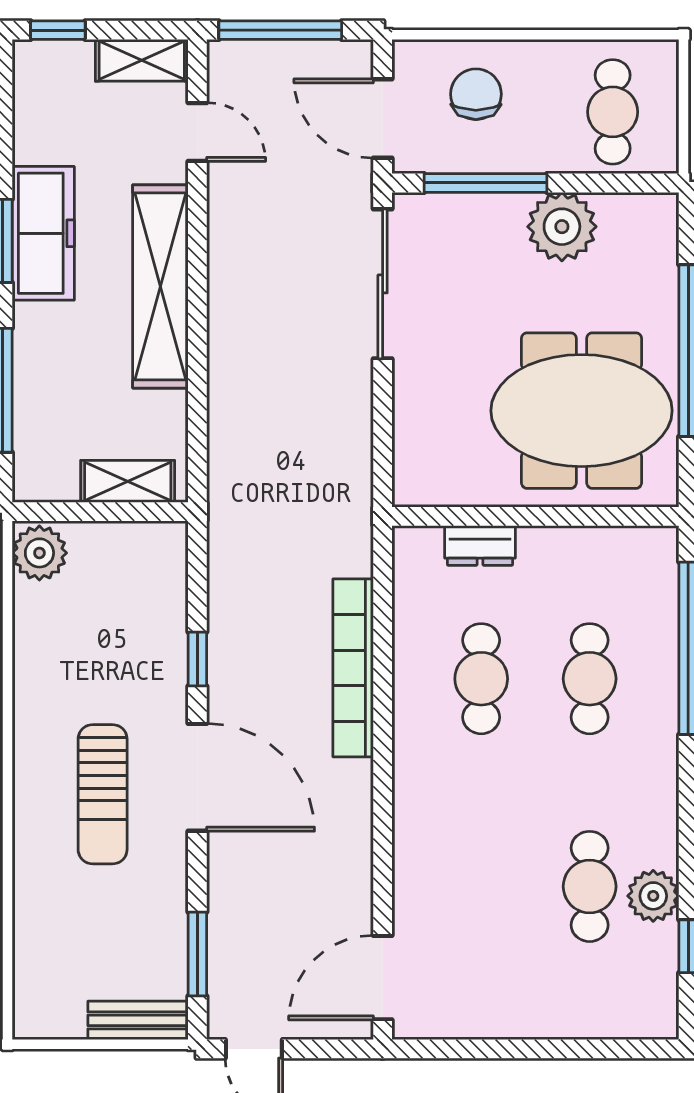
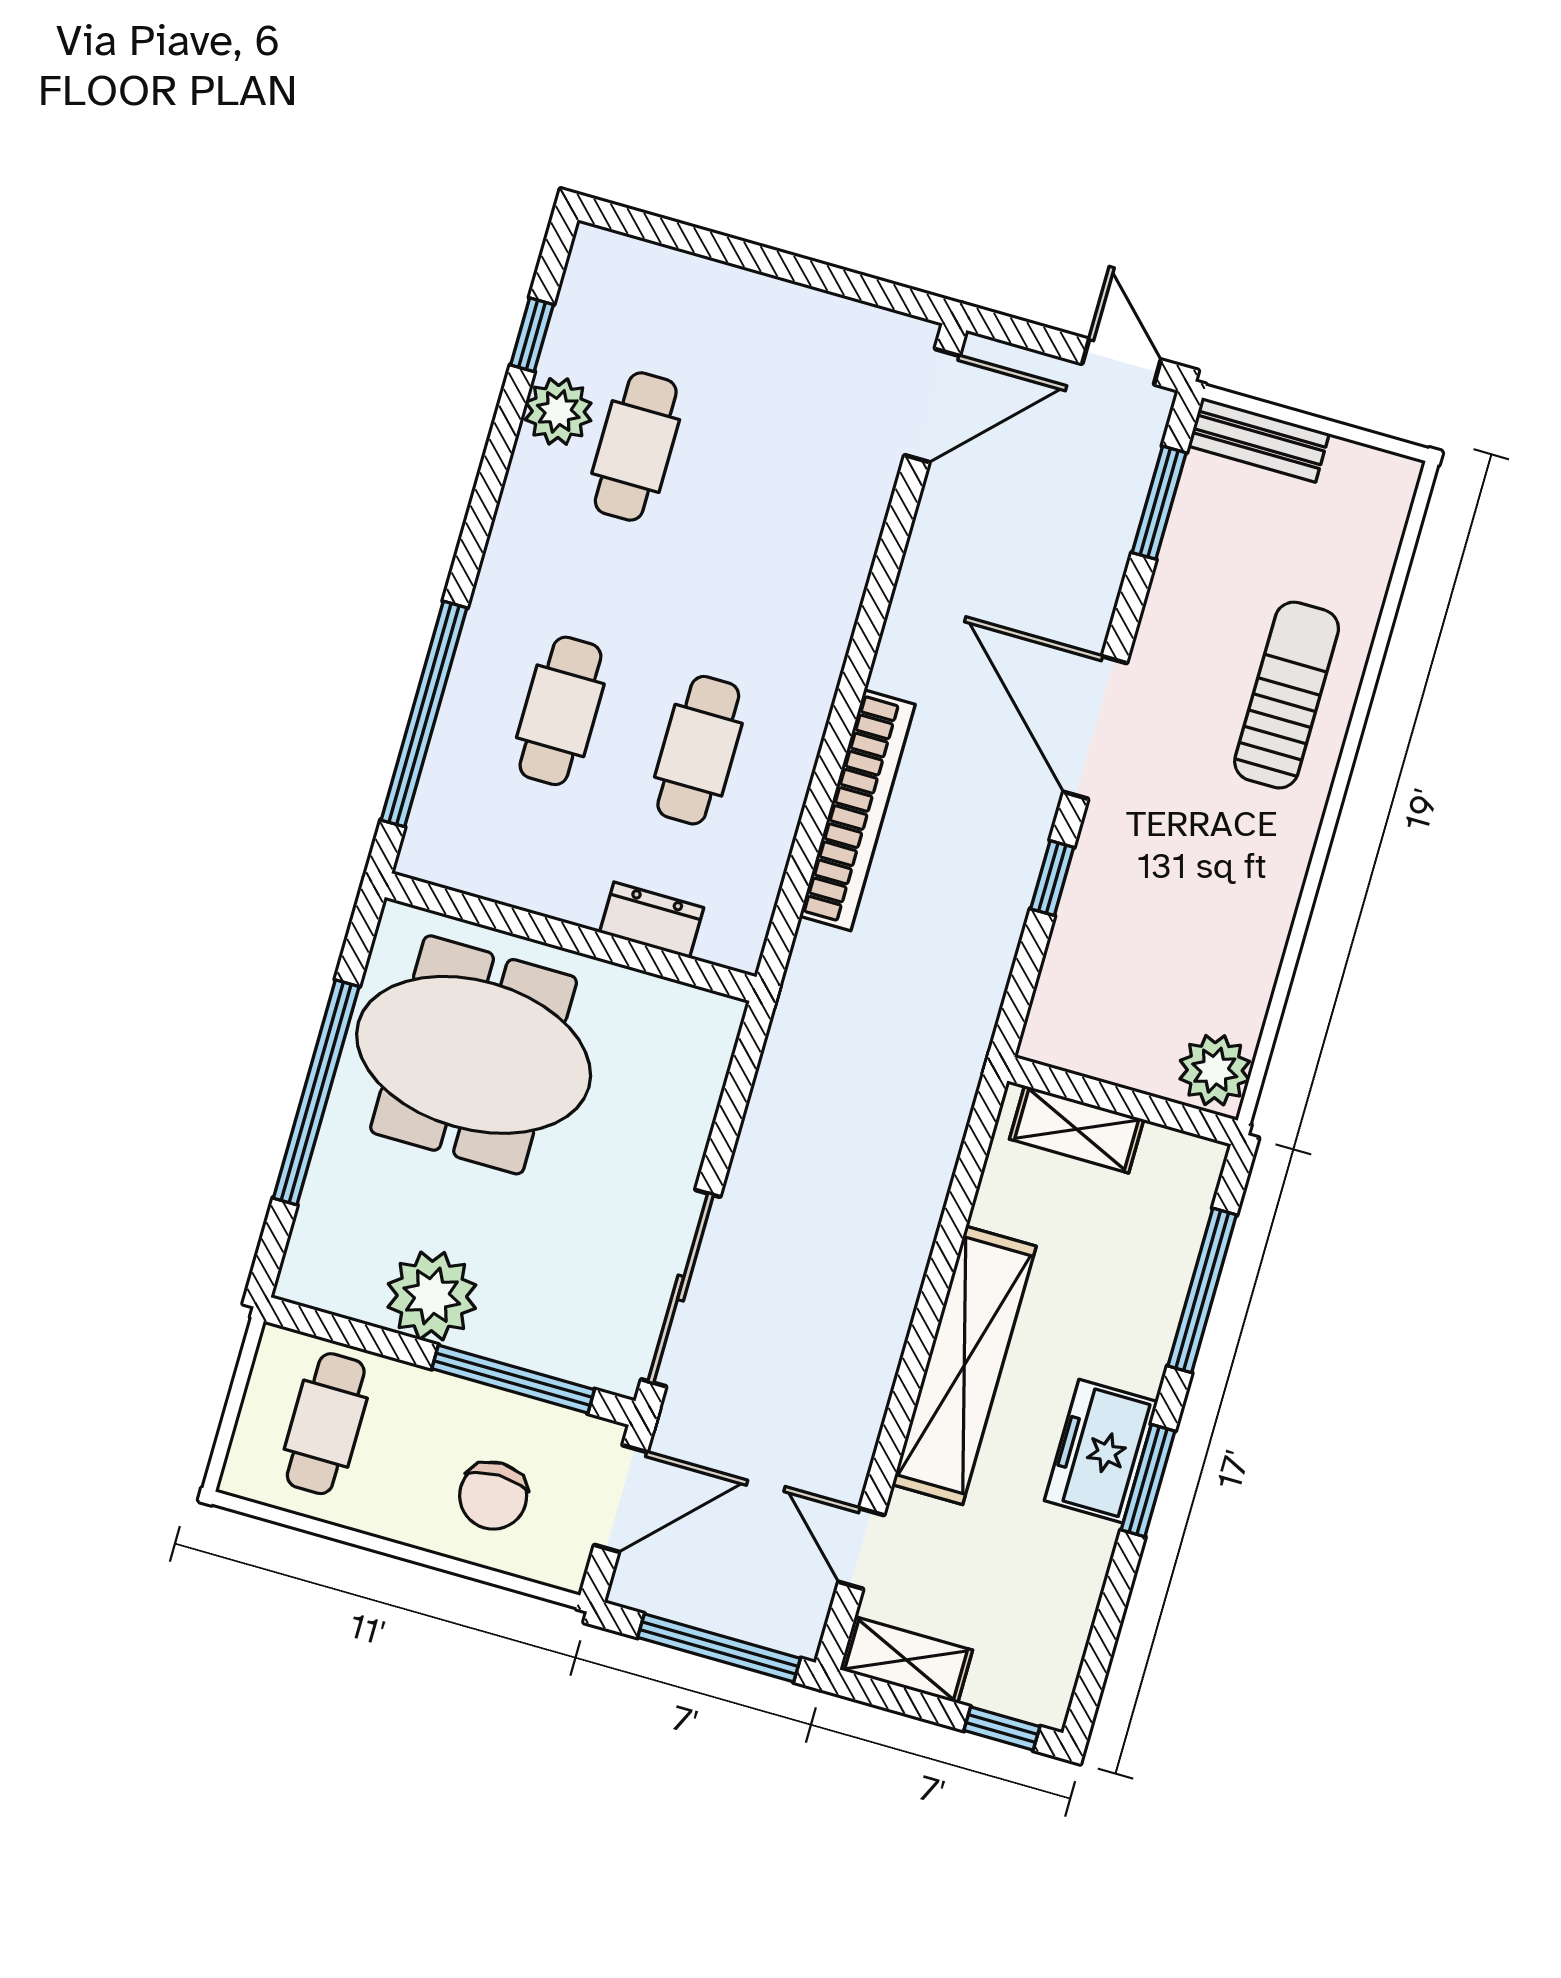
door: (383, 118) -> (621, 1499), hinge flipped
freezer: (43, 233) -> (1101, 1451), width x0.71
sun lounger: (103, 794) -> (1287, 695), moved

